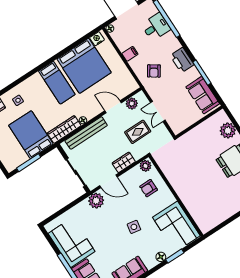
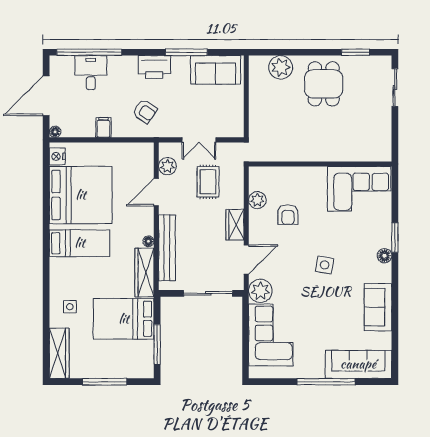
wall: (176, 196) -> (320, 164), moved
corner sofa: (176, 227) -> (359, 189), moved
corner sofa: (72, 242) -> (271, 335), moved, turned 90

